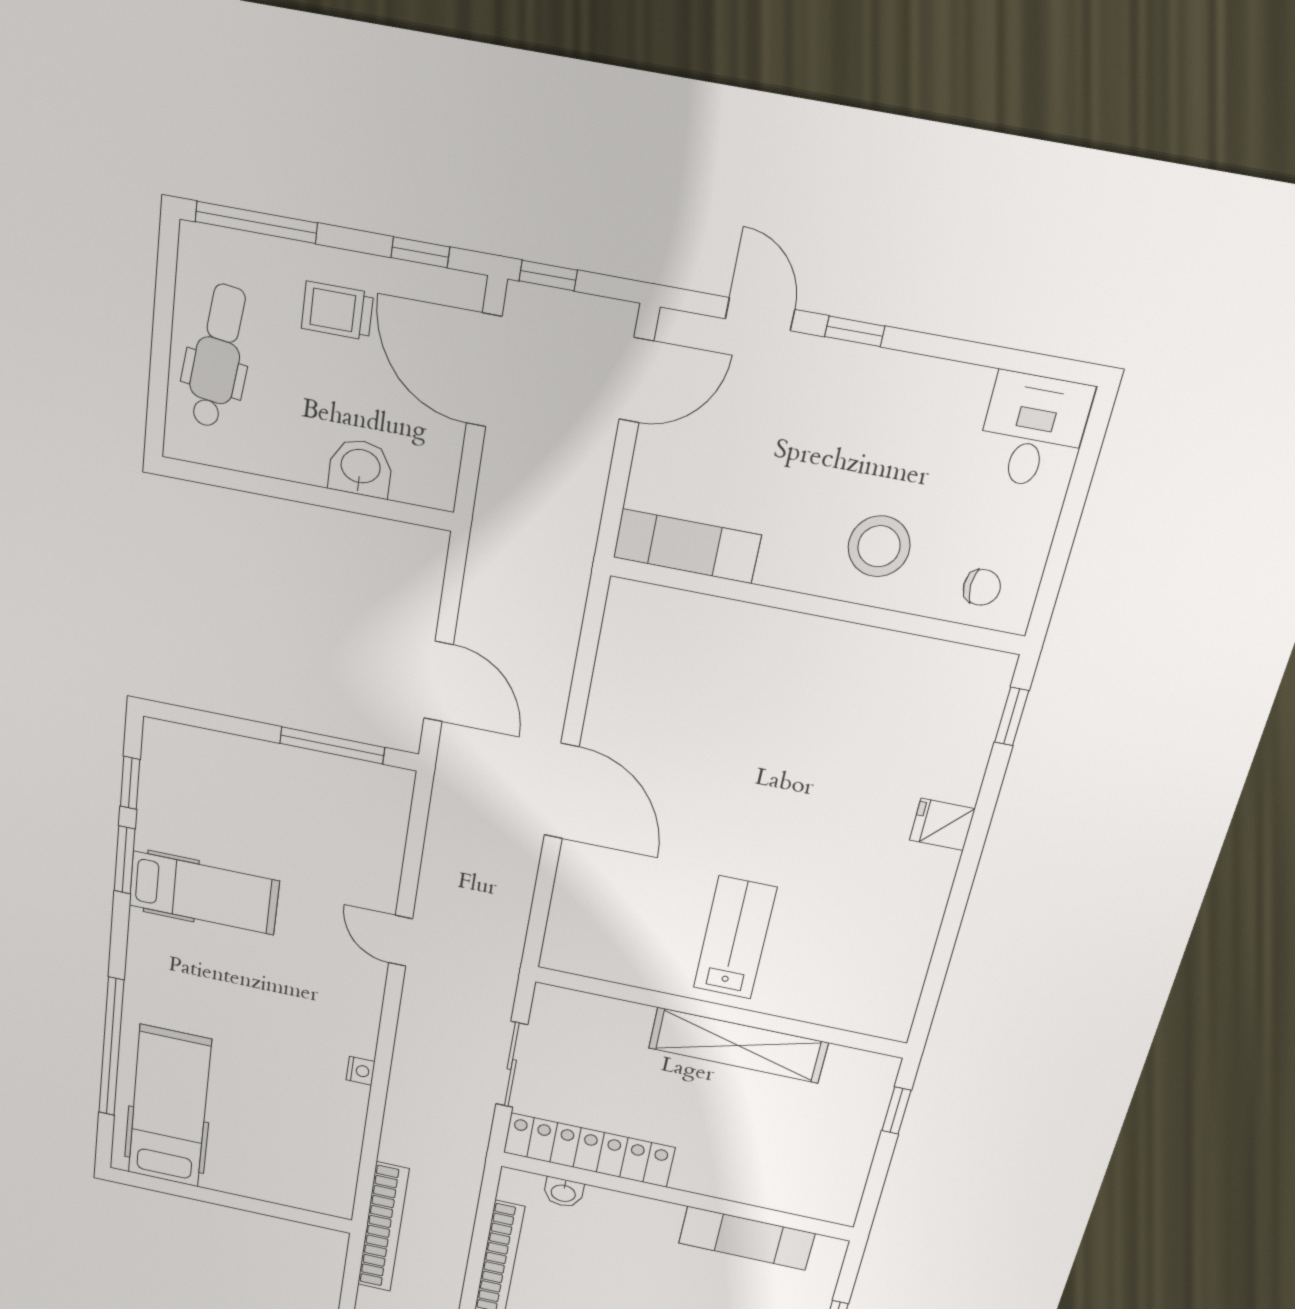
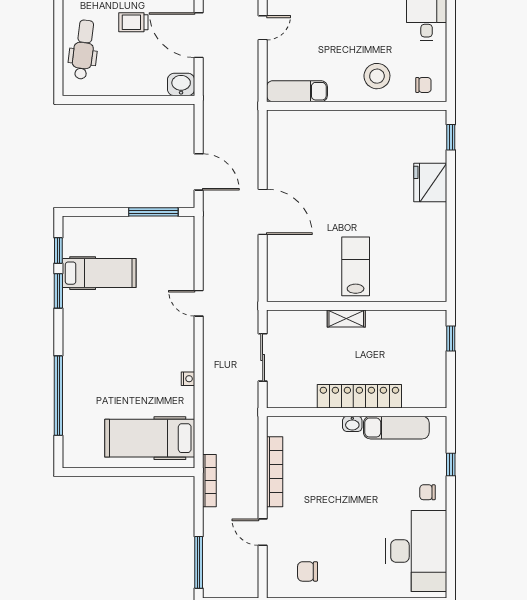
door: (636, 380) -> (263, 28), width x0.73
washbasin: (360, 468) -> (181, 84), moved
fridge: (942, 824) -> (430, 183), width x1.88, depth x1.34
hospital bed: (204, 893) -> (99, 273), moved
shelving: (738, 1045) -> (346, 319), width x0.45, depth x0.75
hospital bed: (169, 1107) -> (150, 438), moved, turned -90
locker: (589, 1150) -> (359, 396), moved
washbasin: (563, 1193) -> (352, 424), moved
bookcase: (383, 1227) -> (209, 481), width x0.68, depth x0.76

